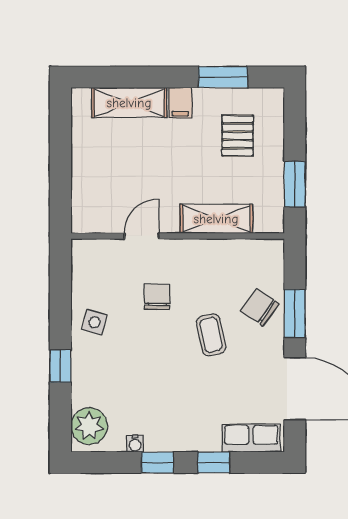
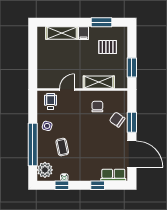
pallet: (238, 136) -> (108, 47), turned 90
wheelchair: (103, 264) -> (51, 101), added
chair: (157, 297) -> (97, 107), moved
coffee table: (211, 335) -> (62, 147), moved
window: (60, 366) -> (33, 145), width x3.17
window: (158, 463) -> (62, 185), moved

